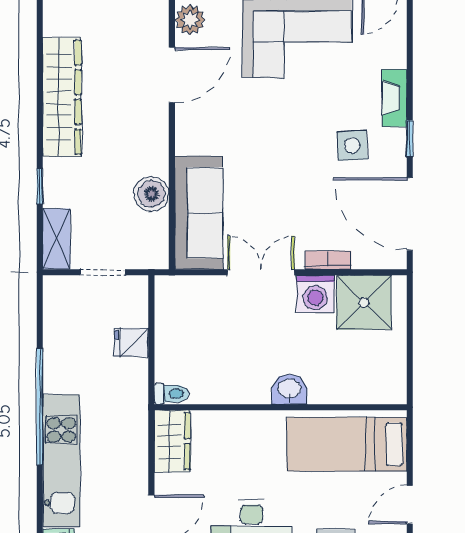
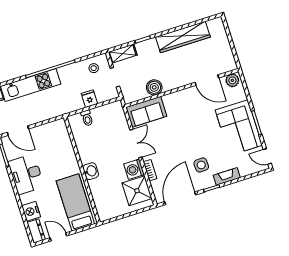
sofa: (199, 213) -> (146, 112), width x0.73
stool: (68, 312) -> (94, 68), added
toilet: (172, 394) -> (87, 118), moved
wardrobe: (172, 441) -> (53, 129), removed

